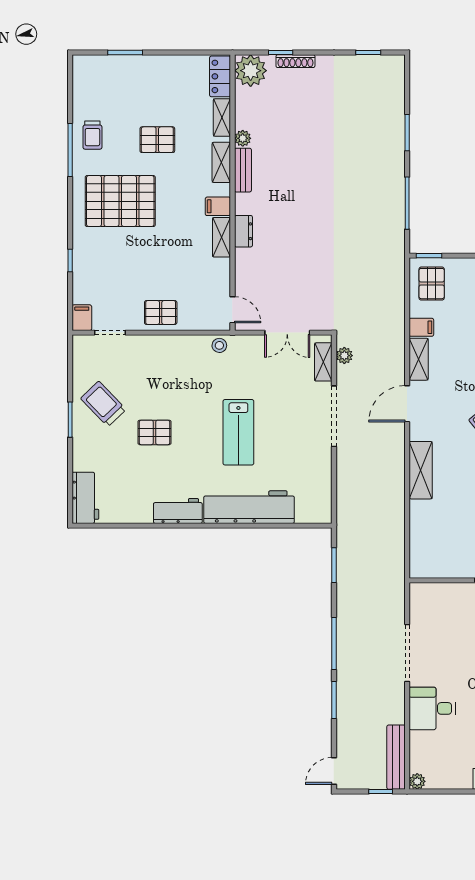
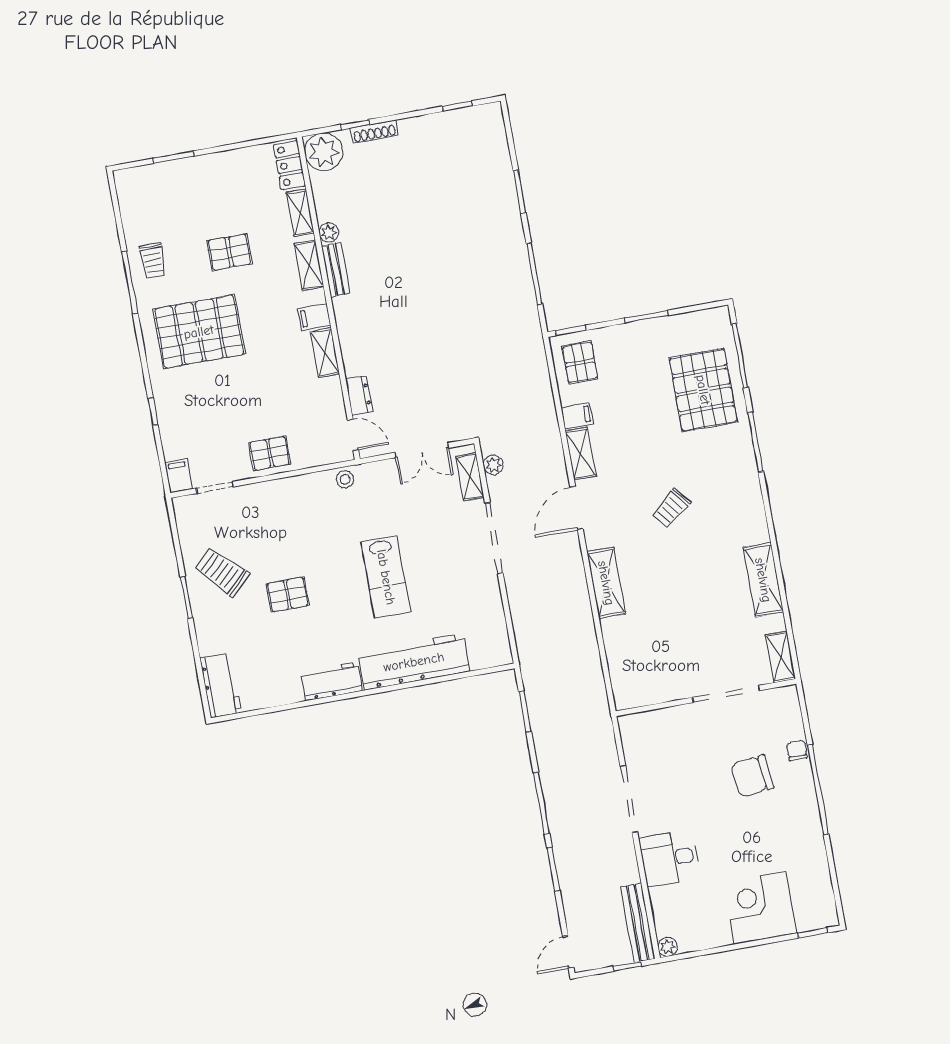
dresser: (243, 231) -> (359, 395), moved

